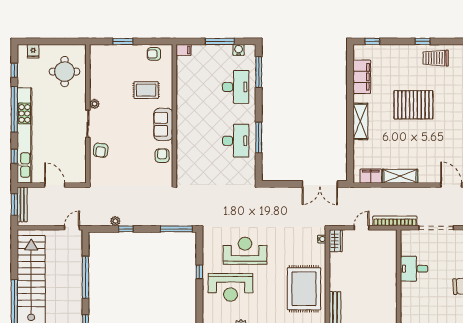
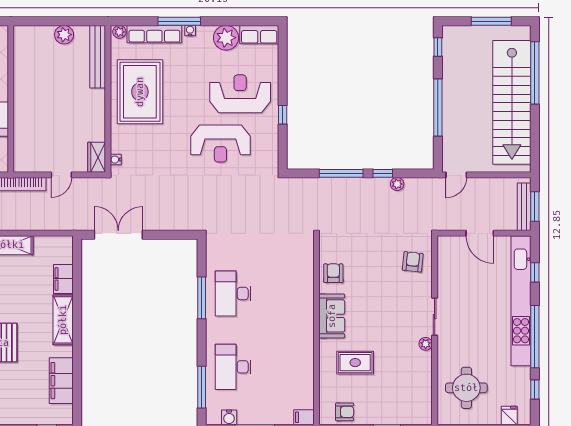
armchair: (101, 150) -> (413, 262), moved
armchair: (162, 156) -> (333, 273), turned 180
filing cabinet: (371, 176) -> (63, 279), moved, turned 90
window: (176, 229) -> (341, 173), moved

